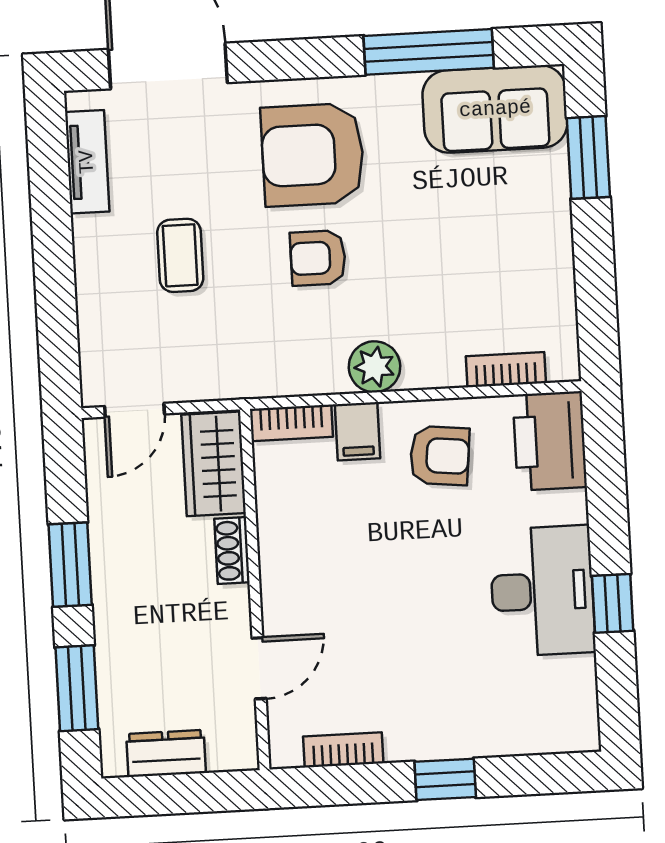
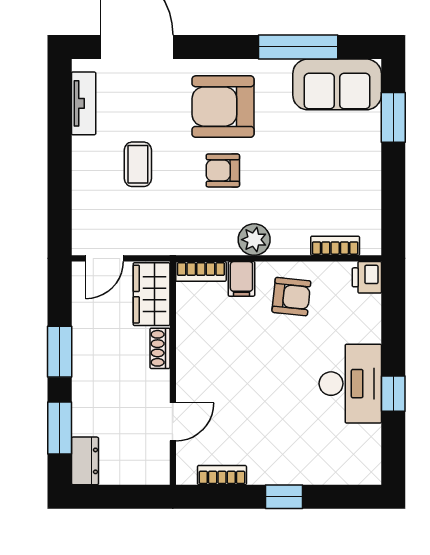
printer: (550, 441) -> (367, 277), width x0.53, depth x0.68
dresser: (166, 753) -> (85, 461), moved, turned 90

